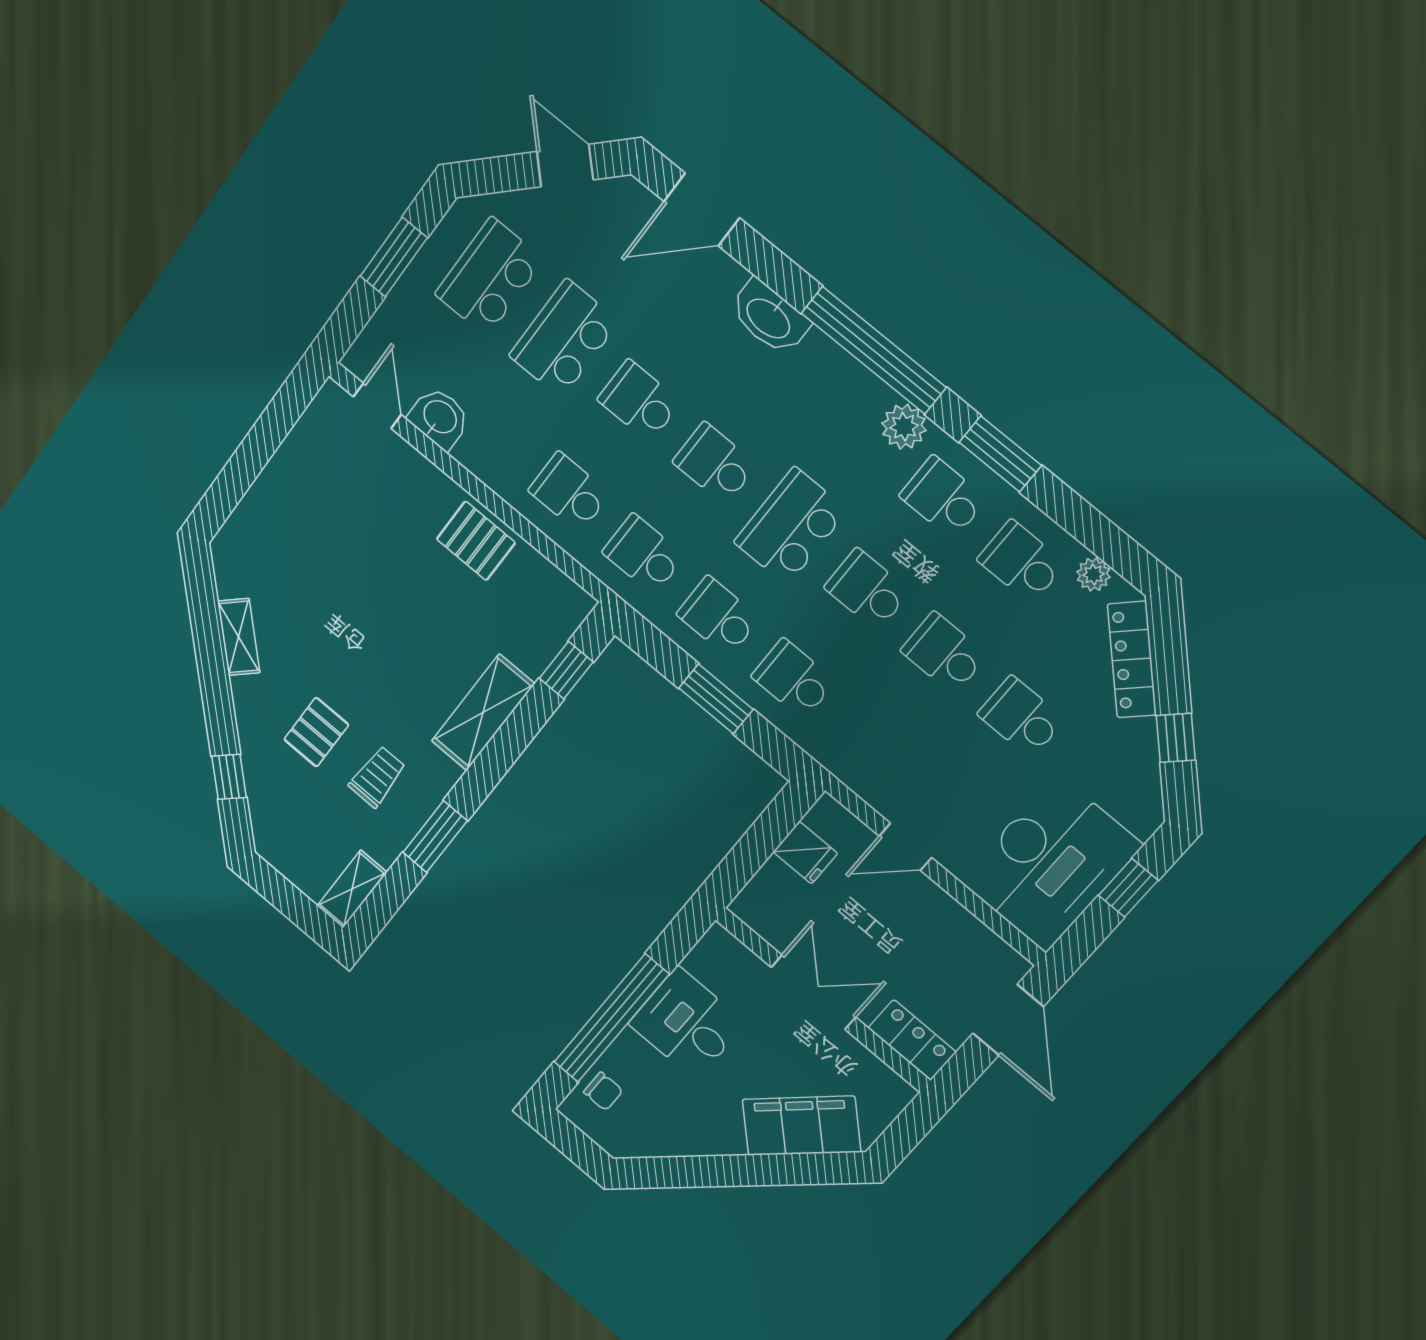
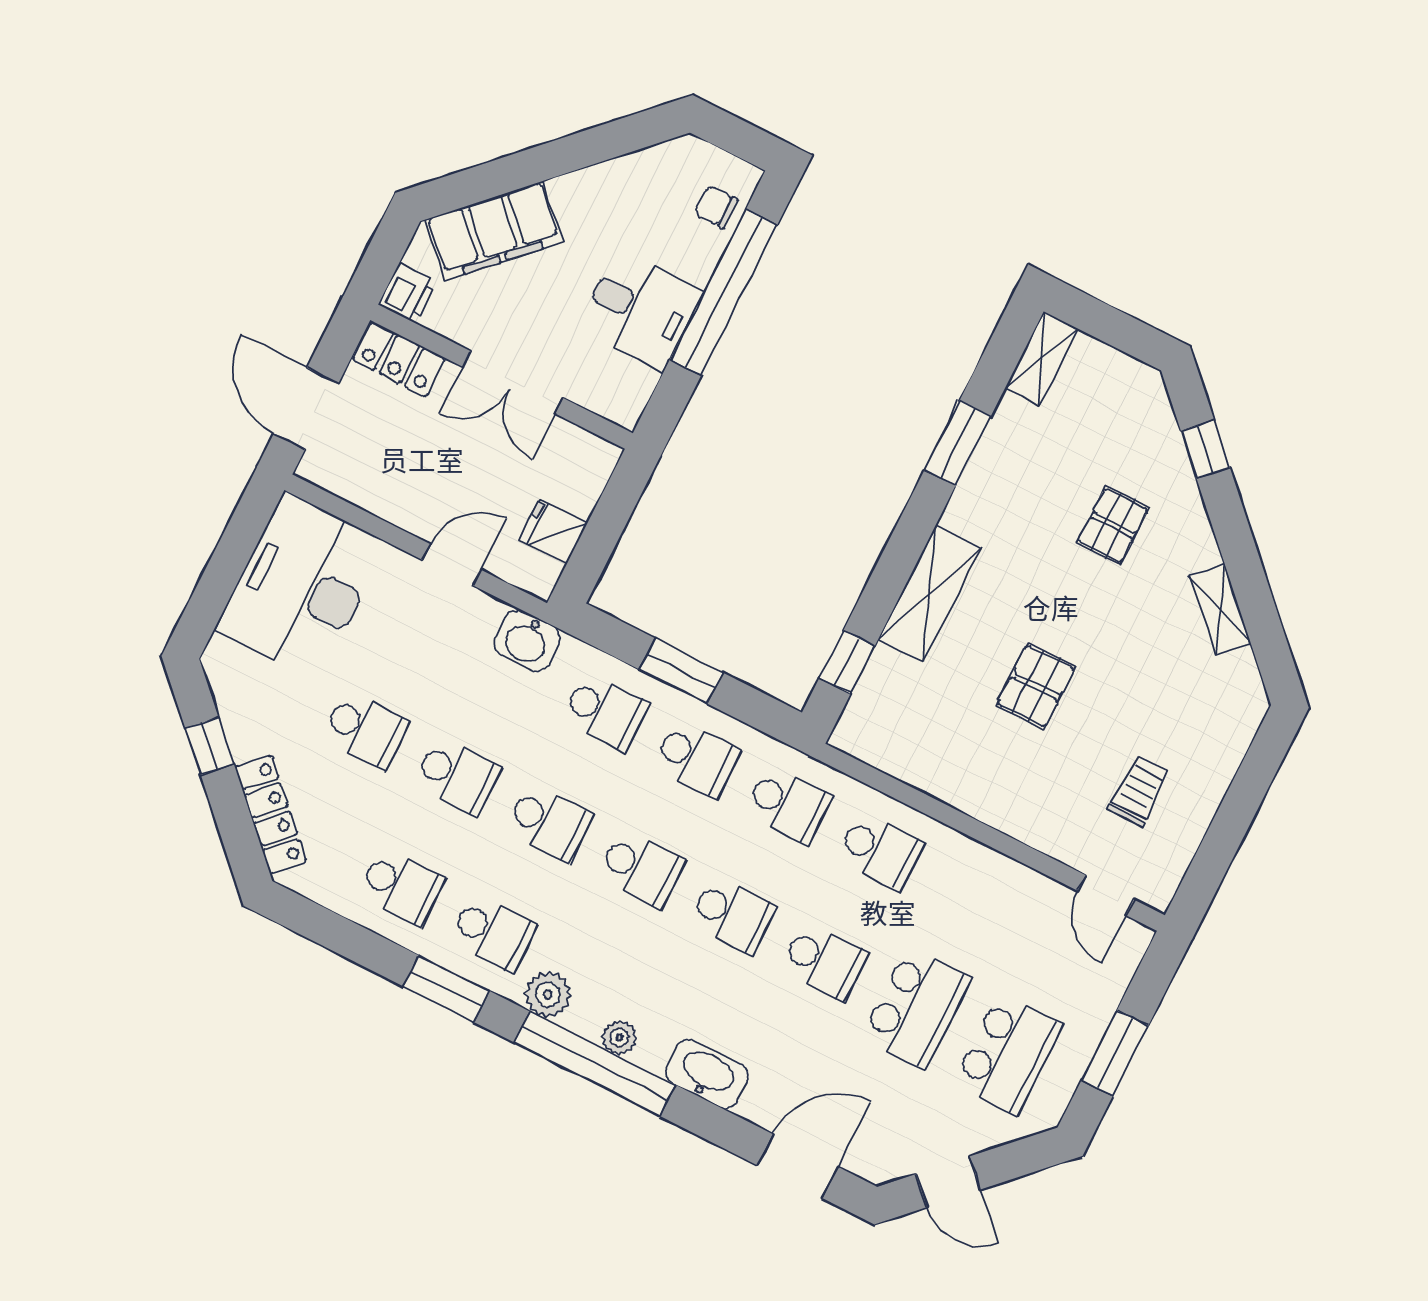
washbasin: (439, 418) -> (527, 641), moved
school desk: (791, 526) -> (641, 869), width x0.54
pallet: (476, 541) -> (1036, 686), moved, turned 90
plant: (1093, 574) -> (619, 1037), moved
trolley: (377, 777) -> (1139, 791), moved, turned 180
window: (1128, 888) -> (219, 581), removed
printer: (891, 1094) -> (408, 293), added

